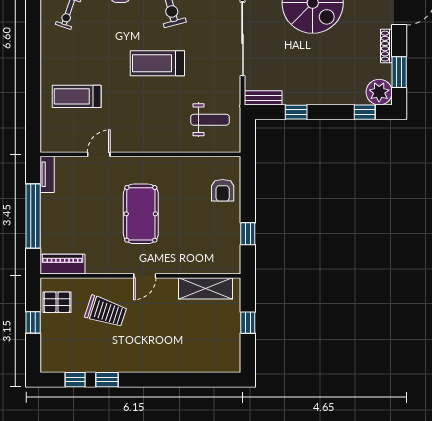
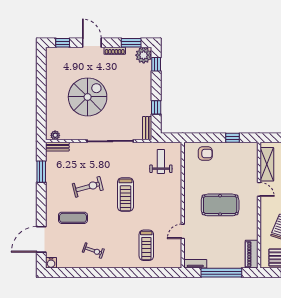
door: (99, 154) -> (183, 231), hinge flipped
door: (145, 276) -> (259, 189), moved

